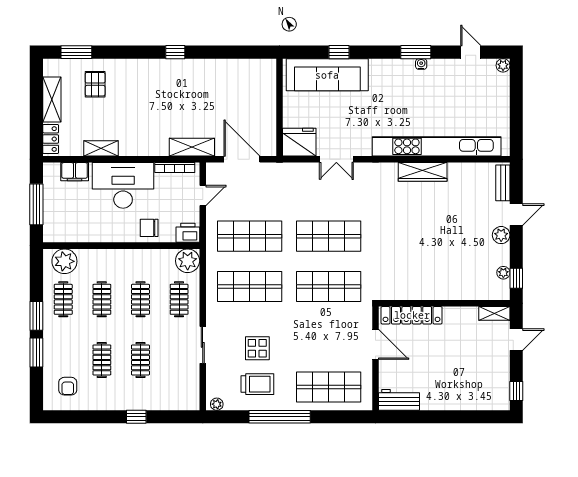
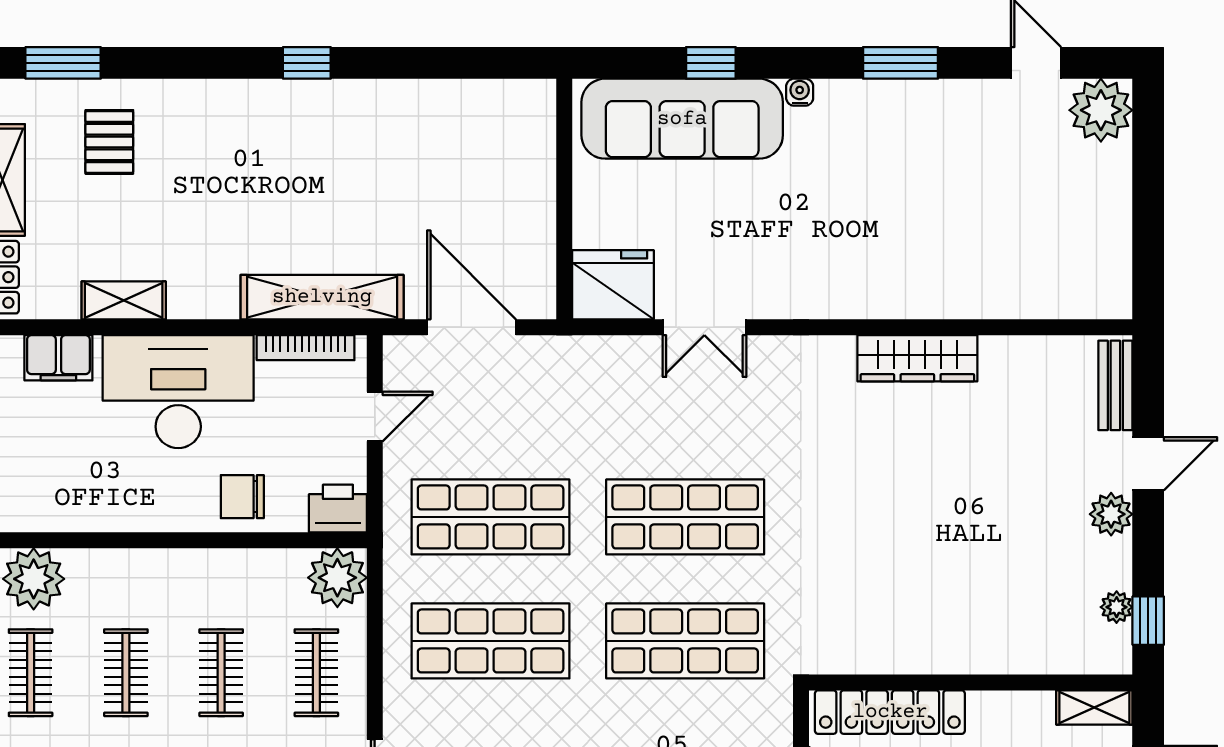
water cooler: (421, 64) -> (800, 92), moved
plant: (503, 65) -> (1101, 110), width x1.88, depth x1.88
kitchen unit: (437, 146) -> (952, 295), removed
shelving: (192, 147) -> (322, 297), width x1.47

